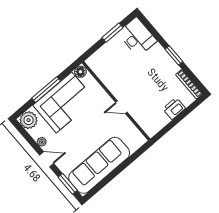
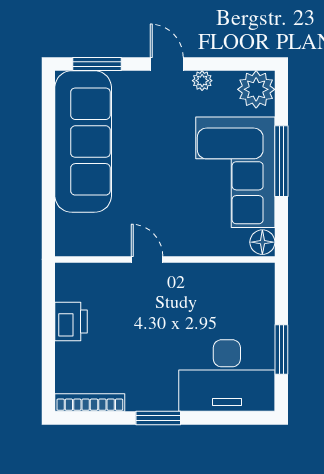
desk: (137, 37) -> (227, 376), width x1.36, depth x1.30
door: (121, 107) -> (147, 259), hinge flipped
printer: (174, 109) -> (71, 321), moved
door: (47, 159) -> (167, 64), swing flipped

